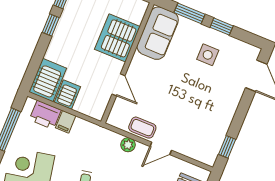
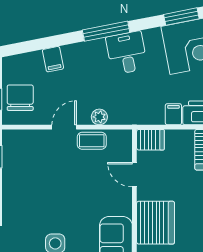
server rack: (67, 95) -> (150, 140), moved, turned -90

